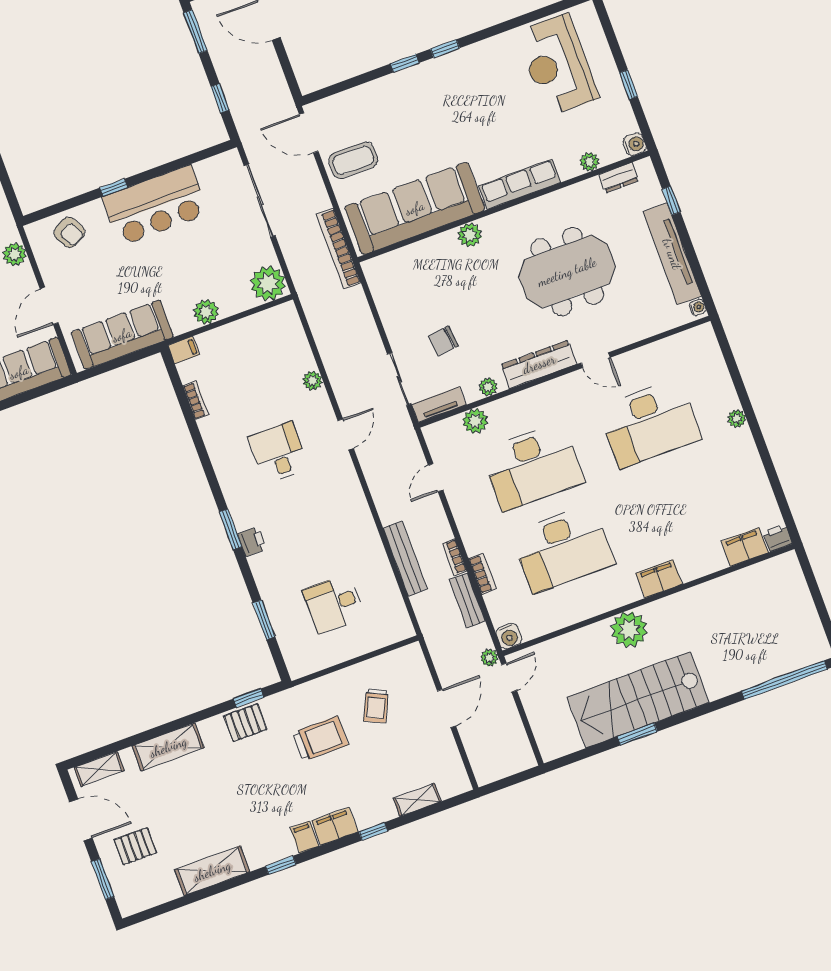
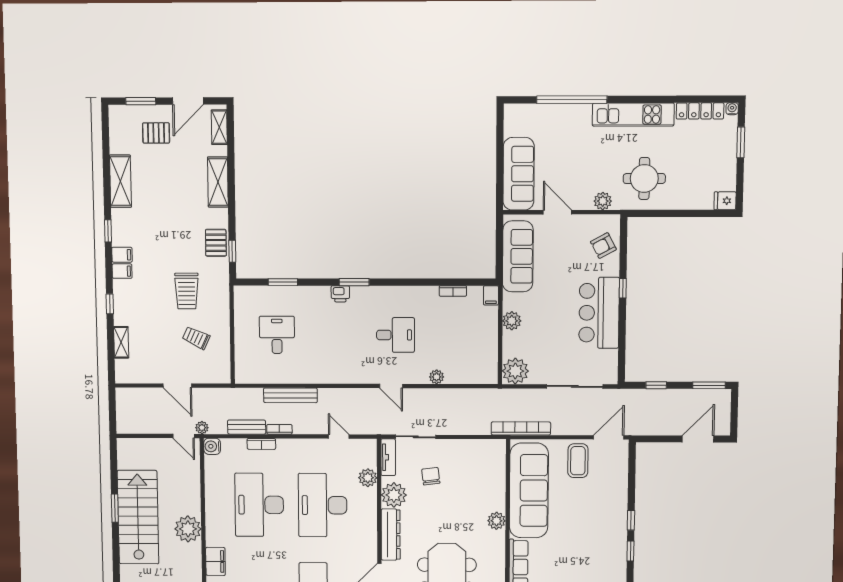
plant: (488, 387) -> (394, 495), width x1.88, depth x1.88
filing cabinet: (335, 826) -> (122, 271), width x0.50
pallet: (135, 846) -> (156, 133), turned 90

